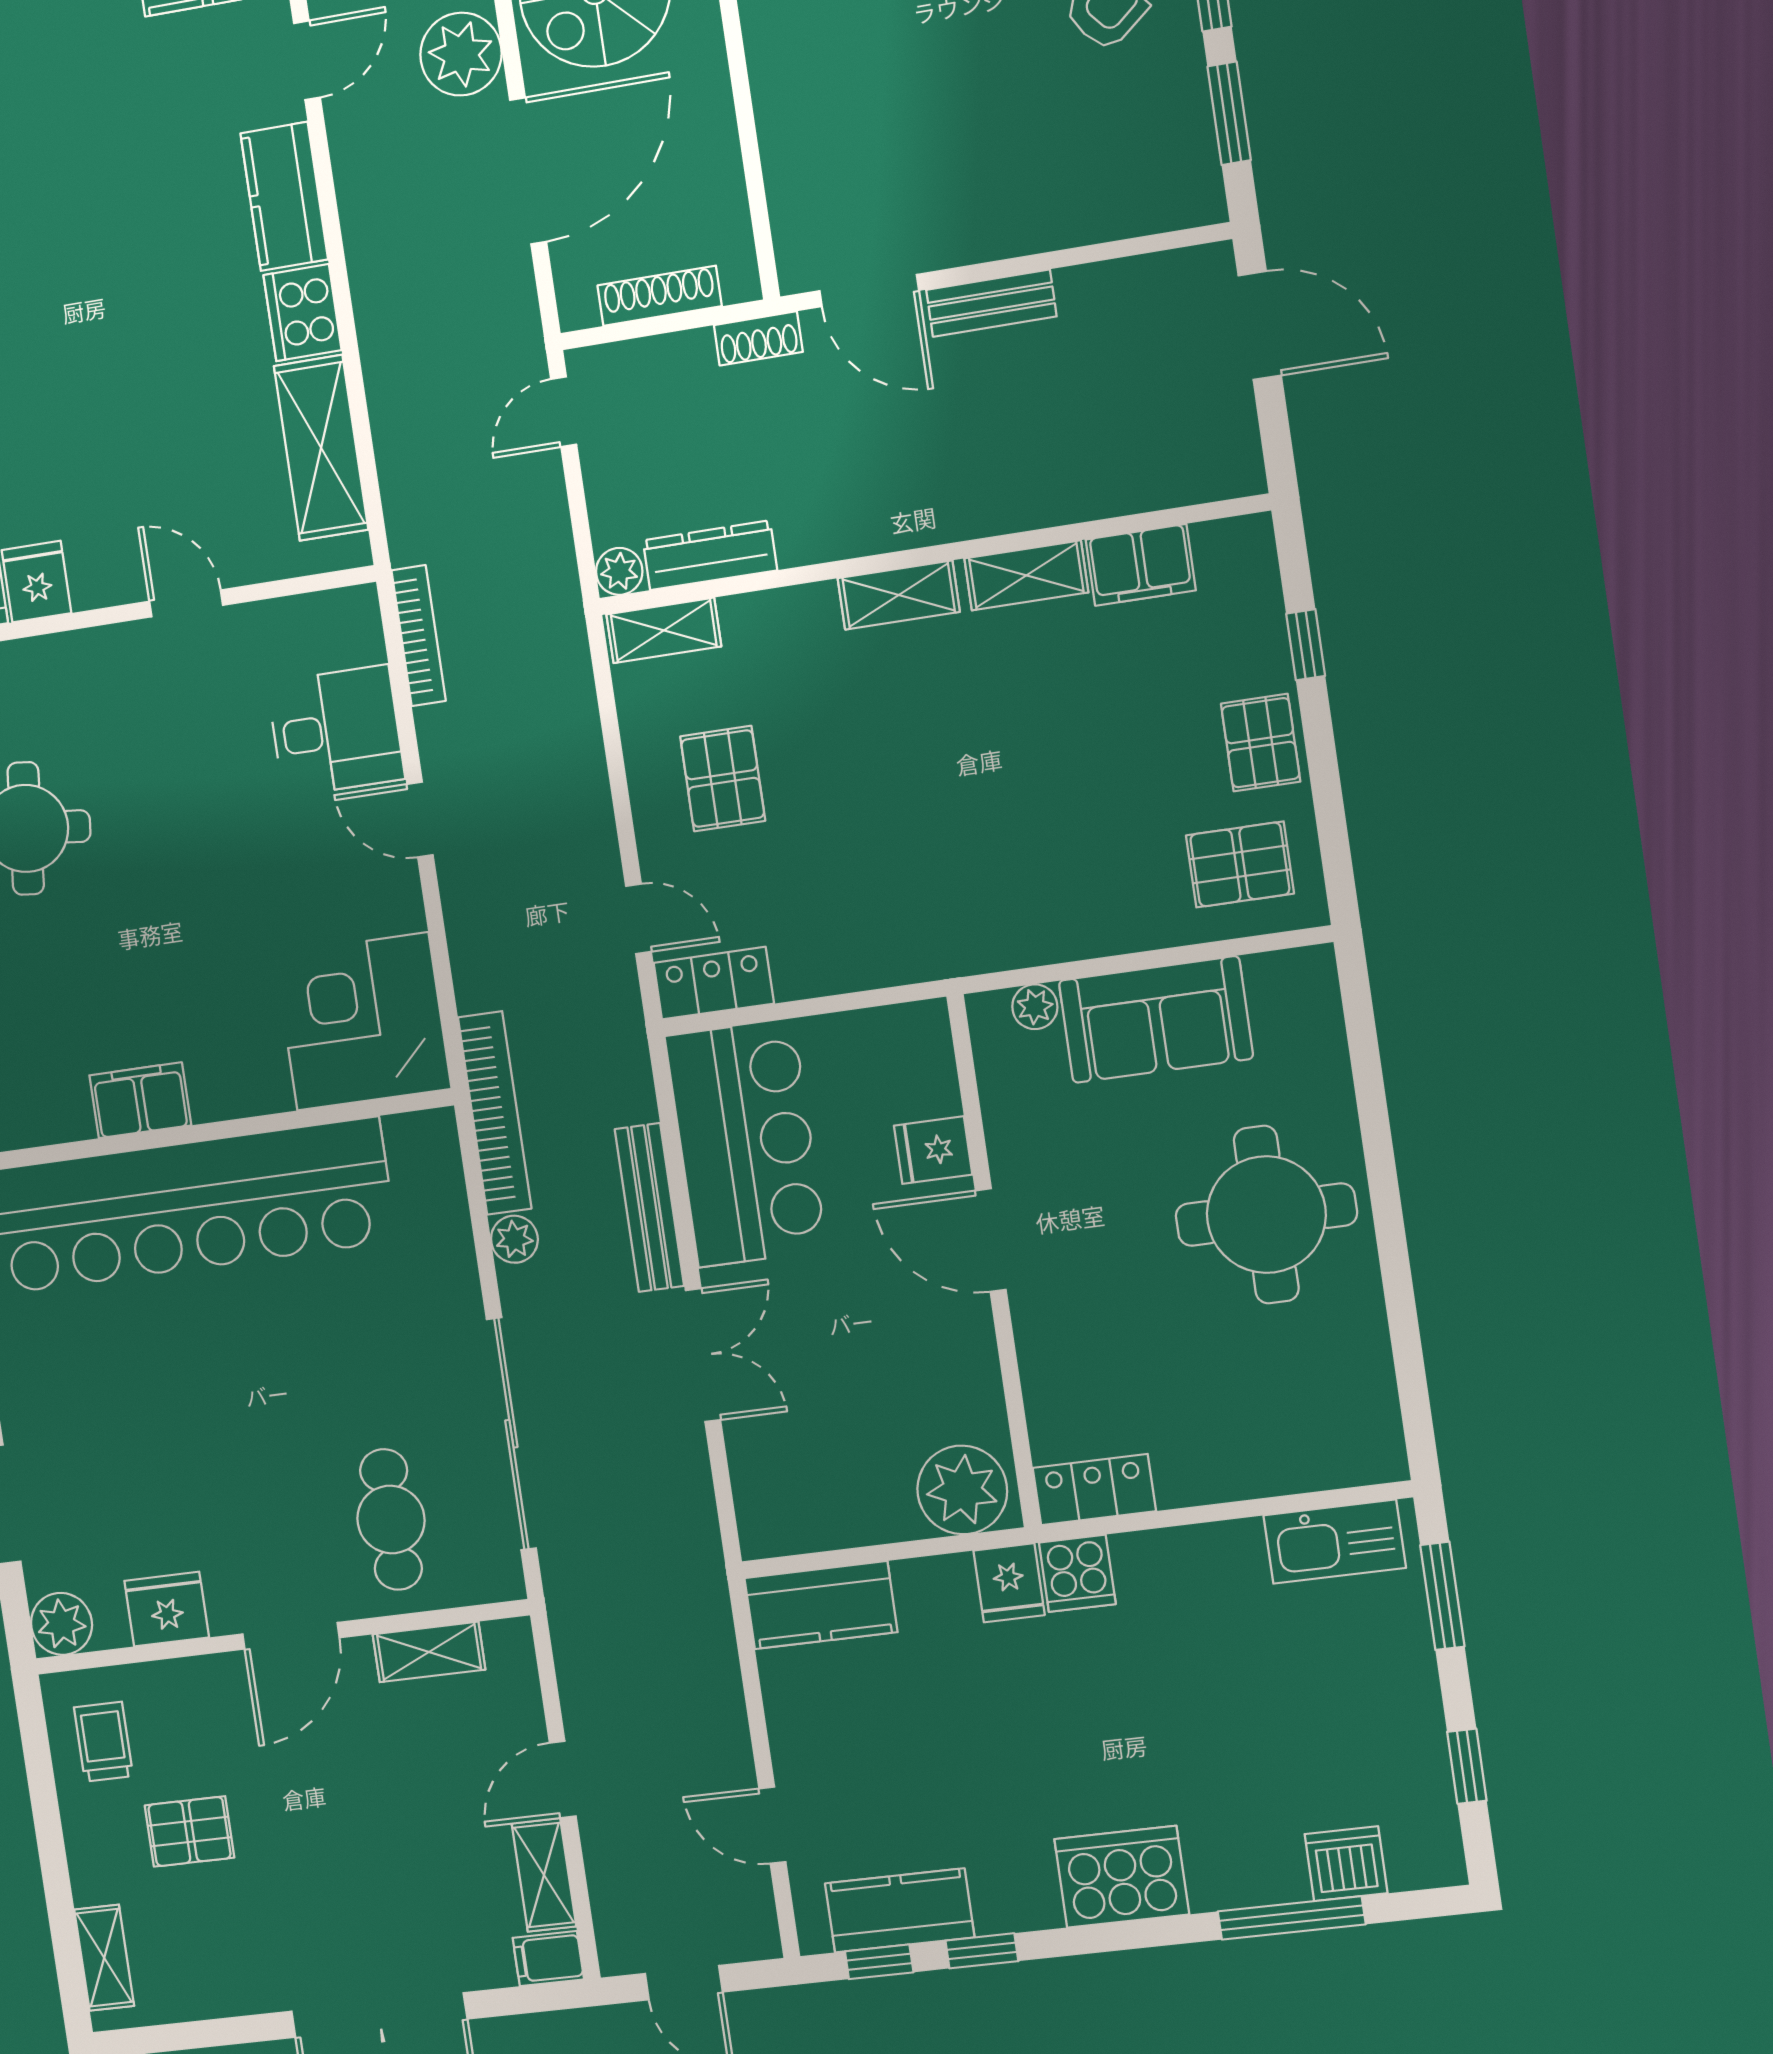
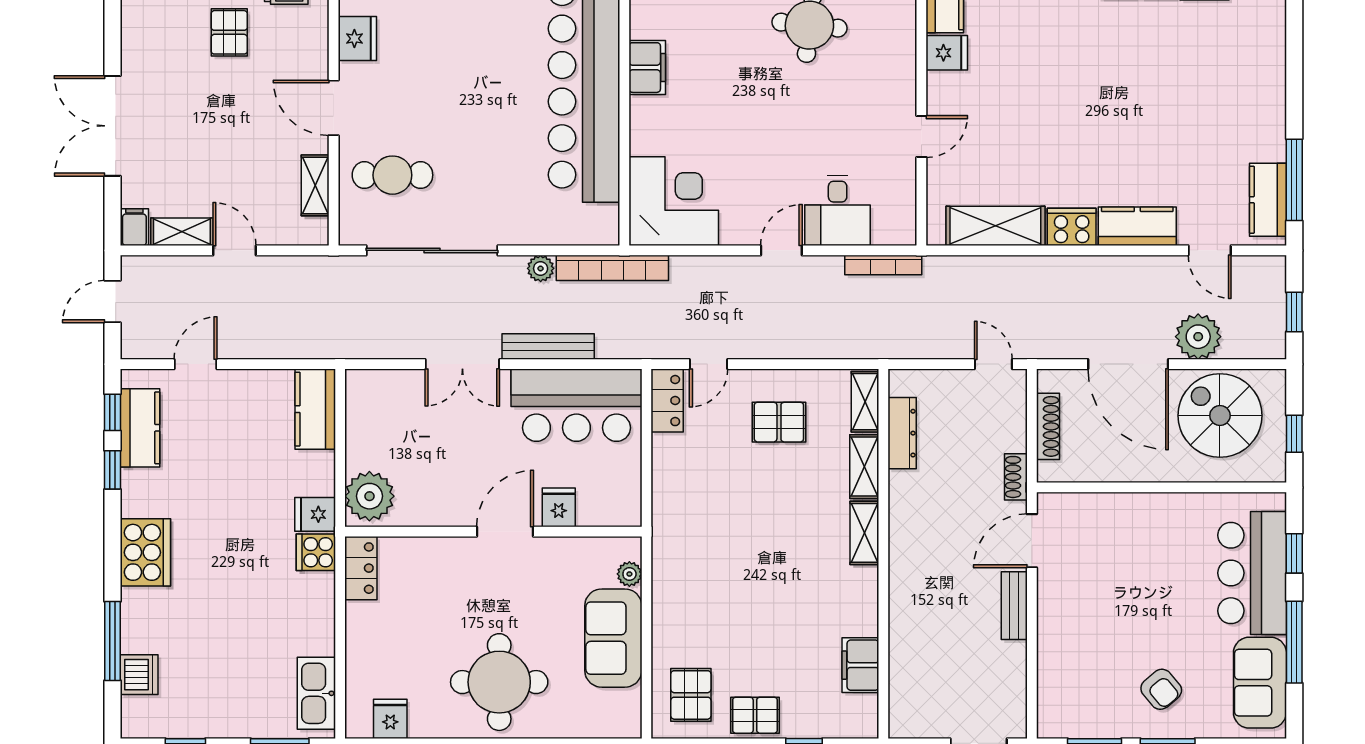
plant: (619, 571) -> (901, 382), removed
shelving: (1026, 575) -> (864, 467), moved
fridge: (1362, 1403) -> (390, 719), added

